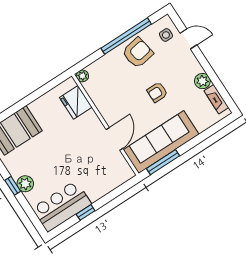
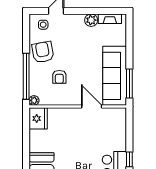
window: (126, 36) -> (26, 76), moved
armchair: (157, 92) -> (59, 77), moved
fridge: (76, 102) -> (38, 118), moved, turned -90

